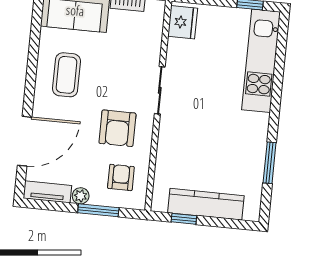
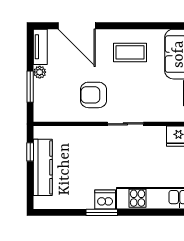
dishwasher: (256, 127) -> (105, 199), added
window: (270, 163) -> (102, 212), moved
armchair: (121, 177) -> (57, 101), removed

